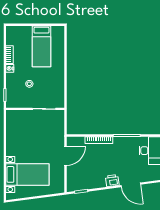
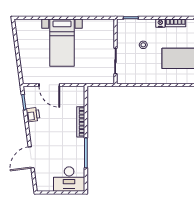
door: (66, 156) -> (49, 85), moved
bed with nightstands: (27, 174) -> (62, 43), moved
printer: (112, 181) -> (33, 115), moved

